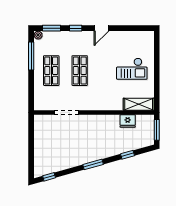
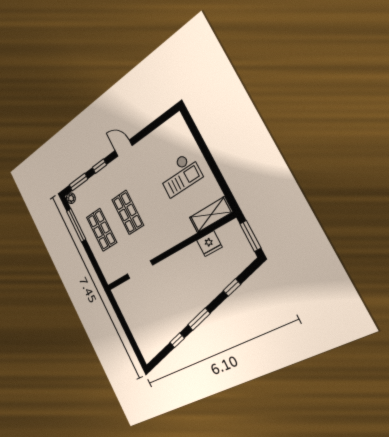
door: (101, 28) -> (124, 148), swing flipped
window: (49, 177) -> (177, 340), moved

